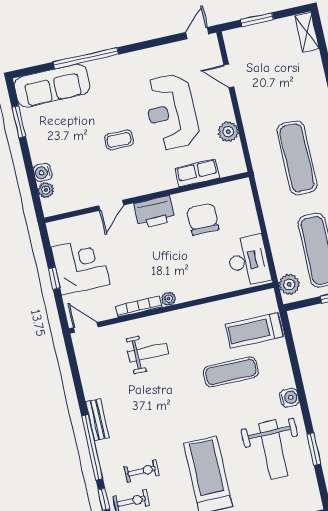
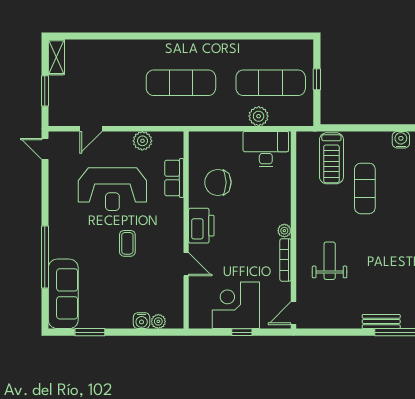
shelving: (307, 32) -> (56, 57), moved, turned 90
plant: (289, 284) -> (259, 116), moved

